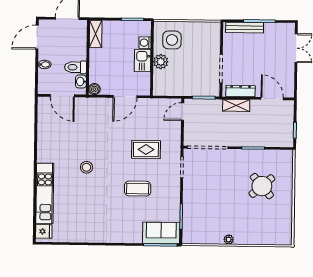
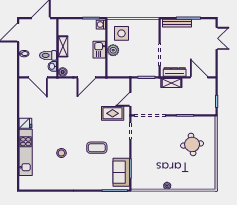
shelving: (96, 34) -> (63, 46), moved
washing machine: (145, 43) -> (101, 25), moved
door: (183, 112) -> (130, 99), moved
rug: (146, 149) -> (113, 113), moved
stool: (87, 167) -> (61, 153), moved
round table: (262, 186) -> (192, 144), turned 34
fridge: (44, 231) -> (25, 123), moved
sofa: (161, 233) -> (121, 172), moved, turned -90

